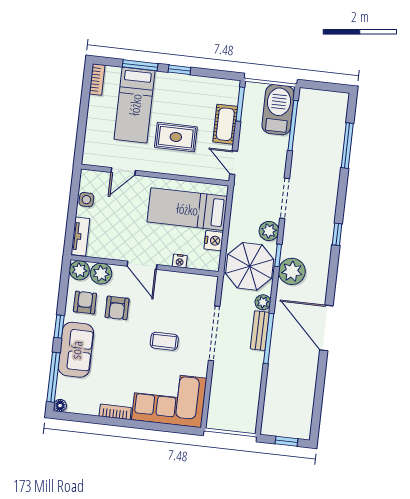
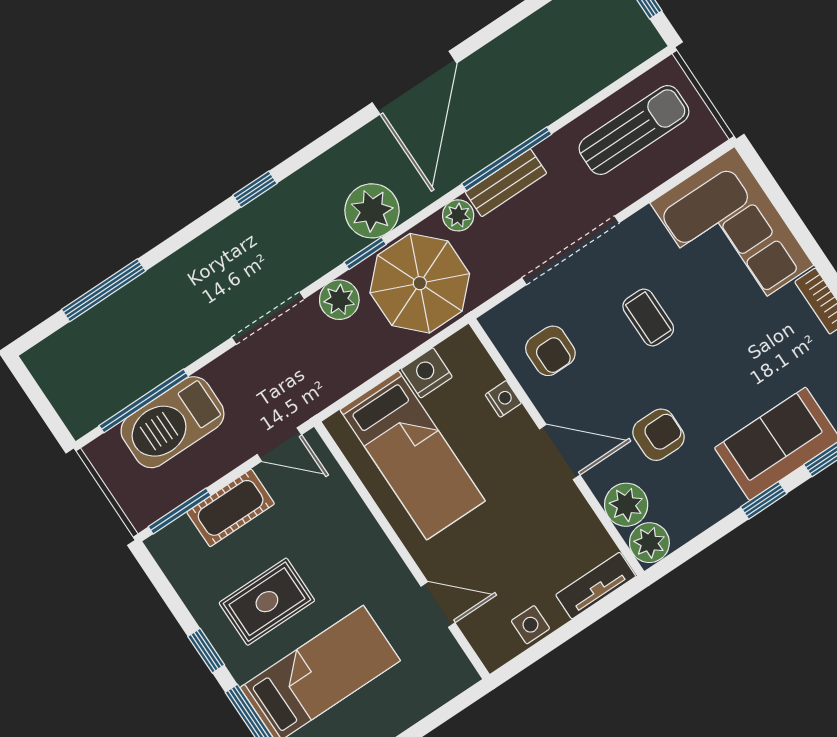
barbecue: (278, 110) -> (172, 422), moved
rug: (176, 137) -> (267, 602), moved, turned 90
door: (234, 163) -> (279, 445), hinge flipped
door: (142, 265) -> (560, 452), hinge flipped
armchair: (85, 302) -> (550, 351), moved, turned -90
sun lounger: (239, 395) -> (634, 130), added

